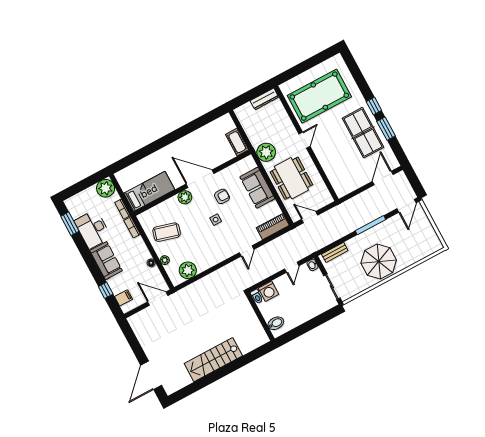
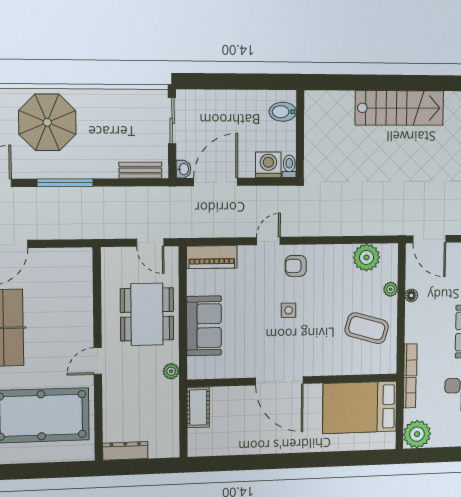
plant: (266, 152) -> (171, 371), width x0.53, depth x0.53
bed: (149, 191) -> (360, 407), width x1.50
armchair: (222, 196) -> (296, 266), moved
plant: (185, 197) -> (315, 365), removed
parasol: (379, 262) -> (47, 122), moved
door: (292, 267) -> (216, 182), width x1.88

